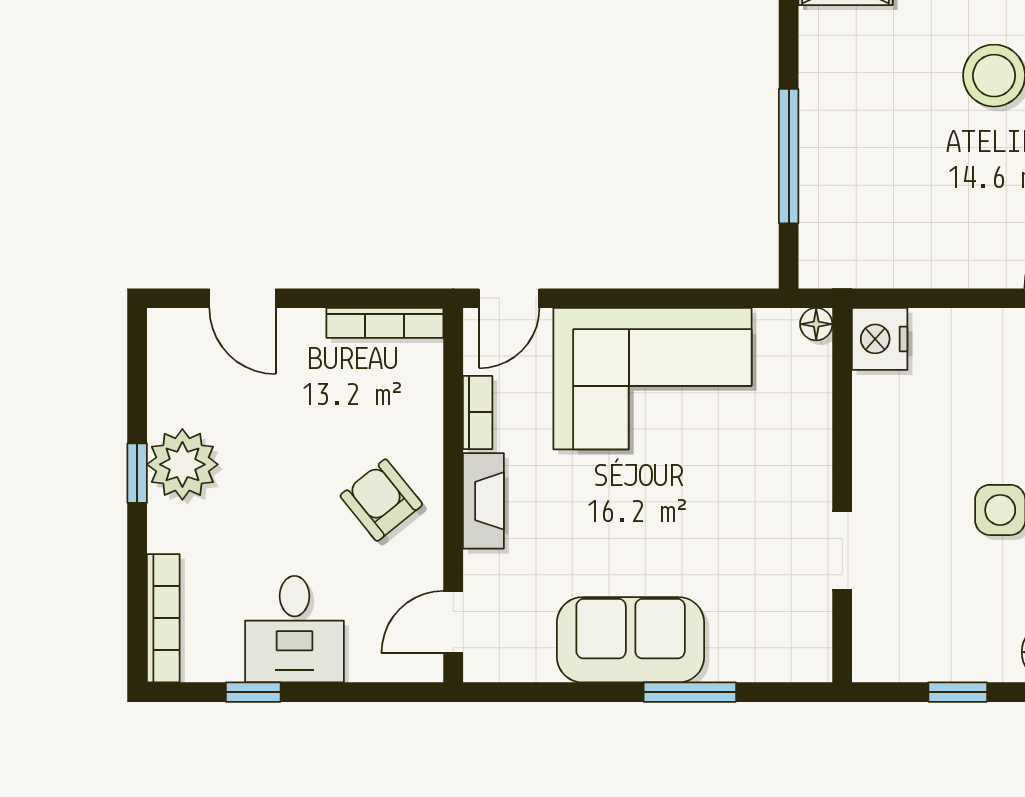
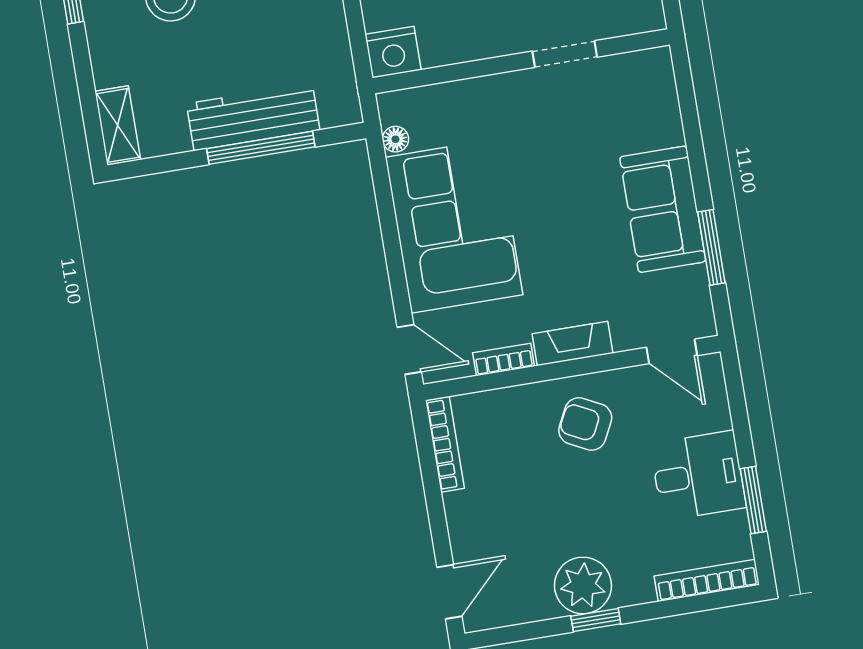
workbench: (828, 153) -> (253, 117), added
door: (242, 298) -> (449, 592), moved
floor lamp: (816, 324) -> (395, 139), moved
armchair: (381, 500) -> (585, 424), turned 66
window: (253, 692) -> (753, 500), width x1.50
window: (690, 692) -> (711, 247), moved

